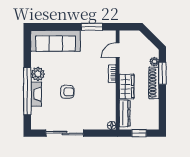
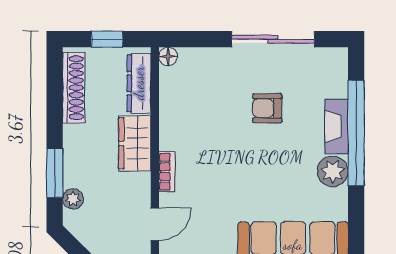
shoe rack: (154, 83) -> (74, 88), moved
armchair: (67, 92) -> (267, 108), moved

